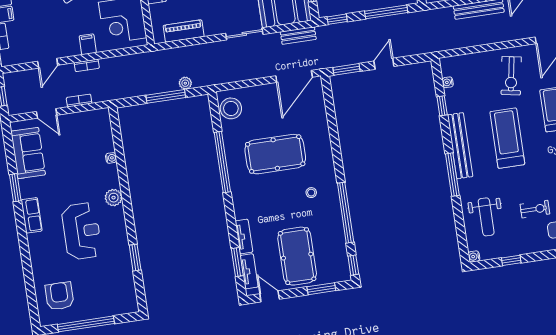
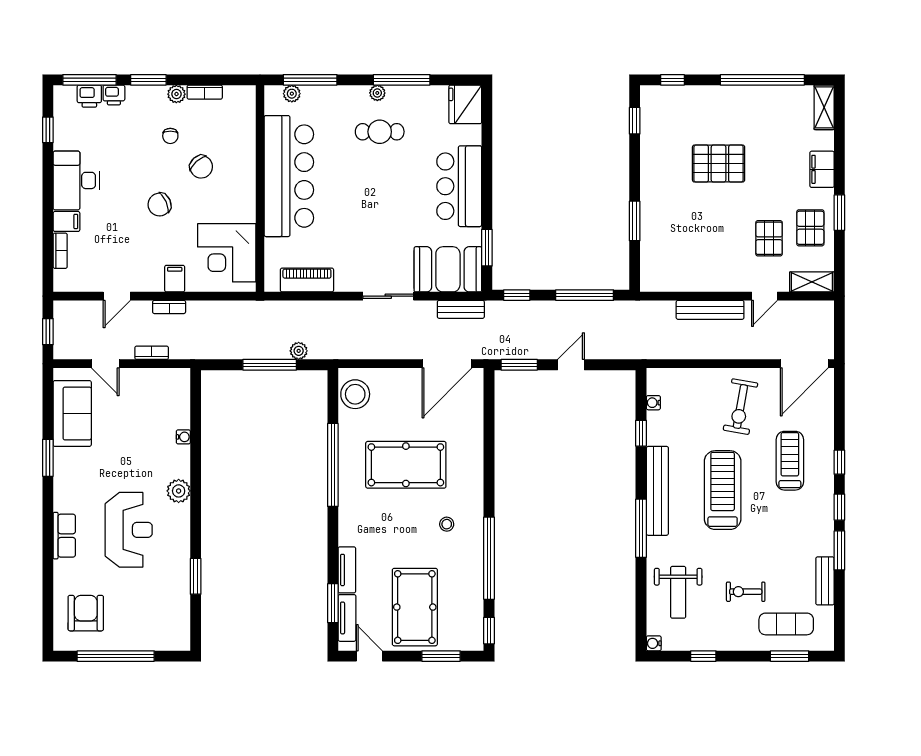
exercise bike: (535, 209) -> (746, 592), turned 180
row of seats: (32, 215) -> (64, 536), moved

